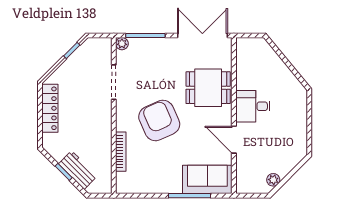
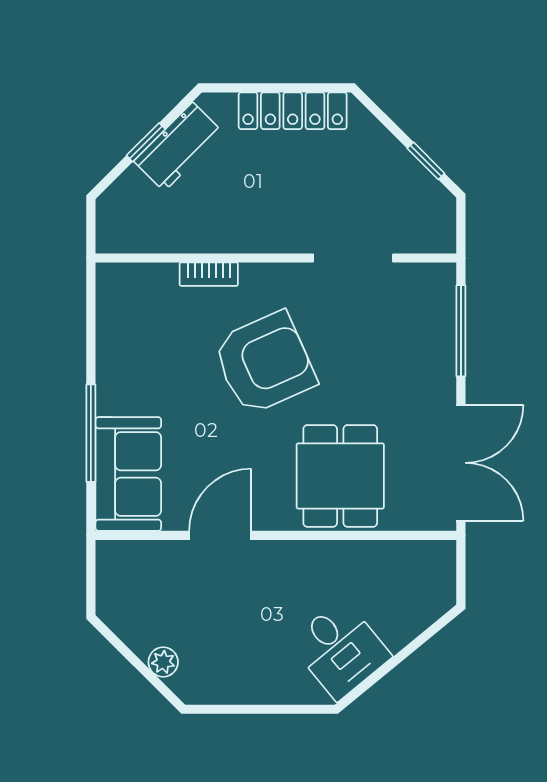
plant: (122, 44) -> (442, 277), removed
desk: (253, 106) -> (340, 649), moved, turned 141
bookcase: (121, 152) -> (209, 274), width x0.64
workbench: (78, 170) -> (178, 147), moved
plant: (273, 180) -> (163, 662), moved

